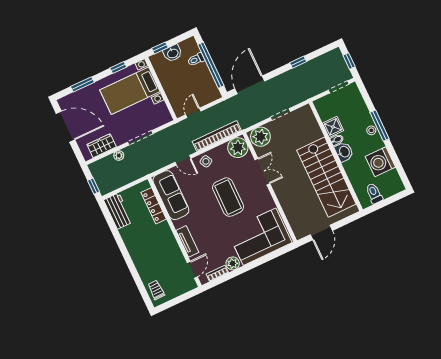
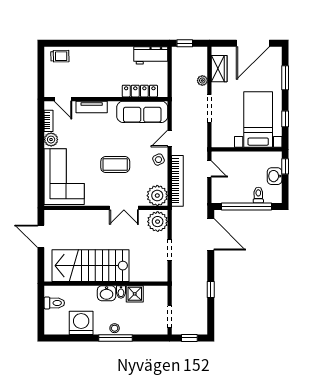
coffee table: (228, 197) -> (115, 164), width x0.73, depth x0.76

